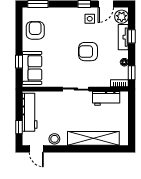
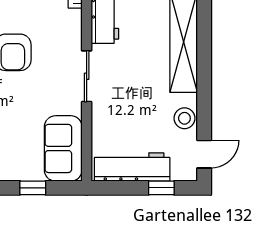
sofa: (32, 68) -> (63, 148), moved, turned -90

